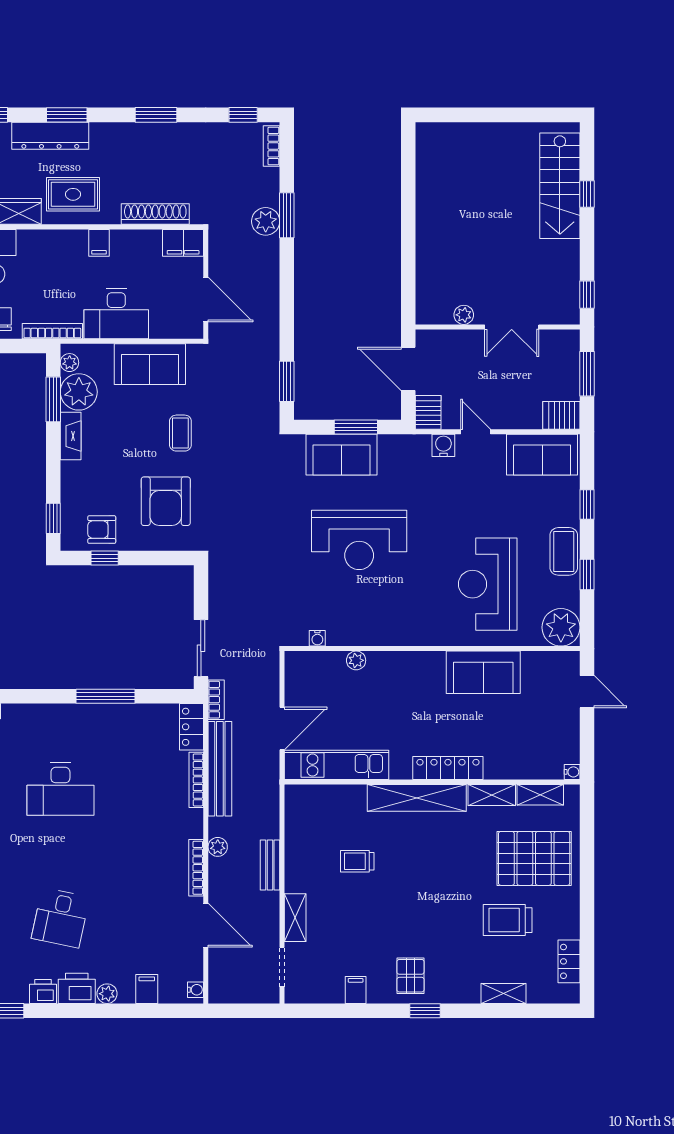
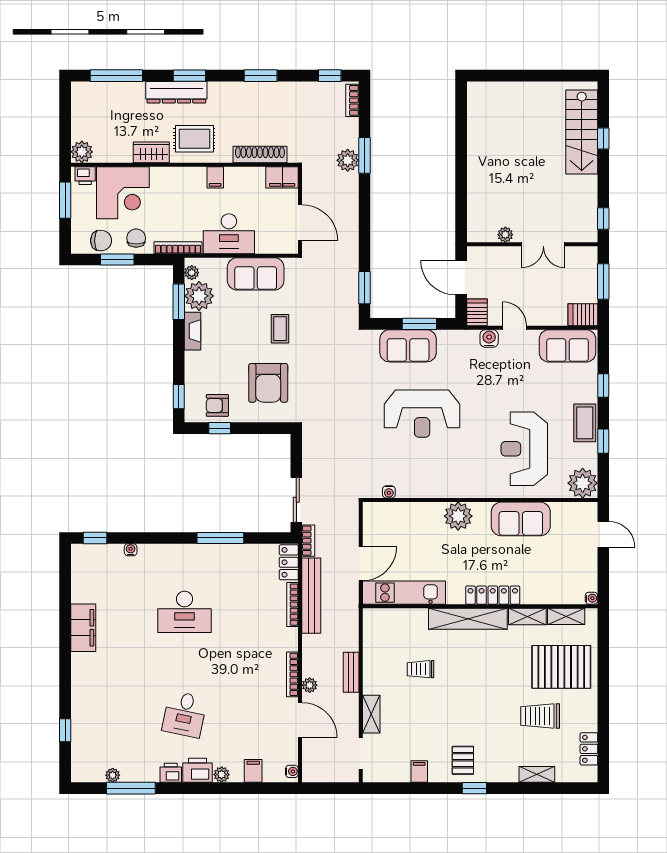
plant: (356, 660) -> (458, 516), moved, width x1.88, depth x1.88
plant: (218, 847) -> (310, 685), moved

